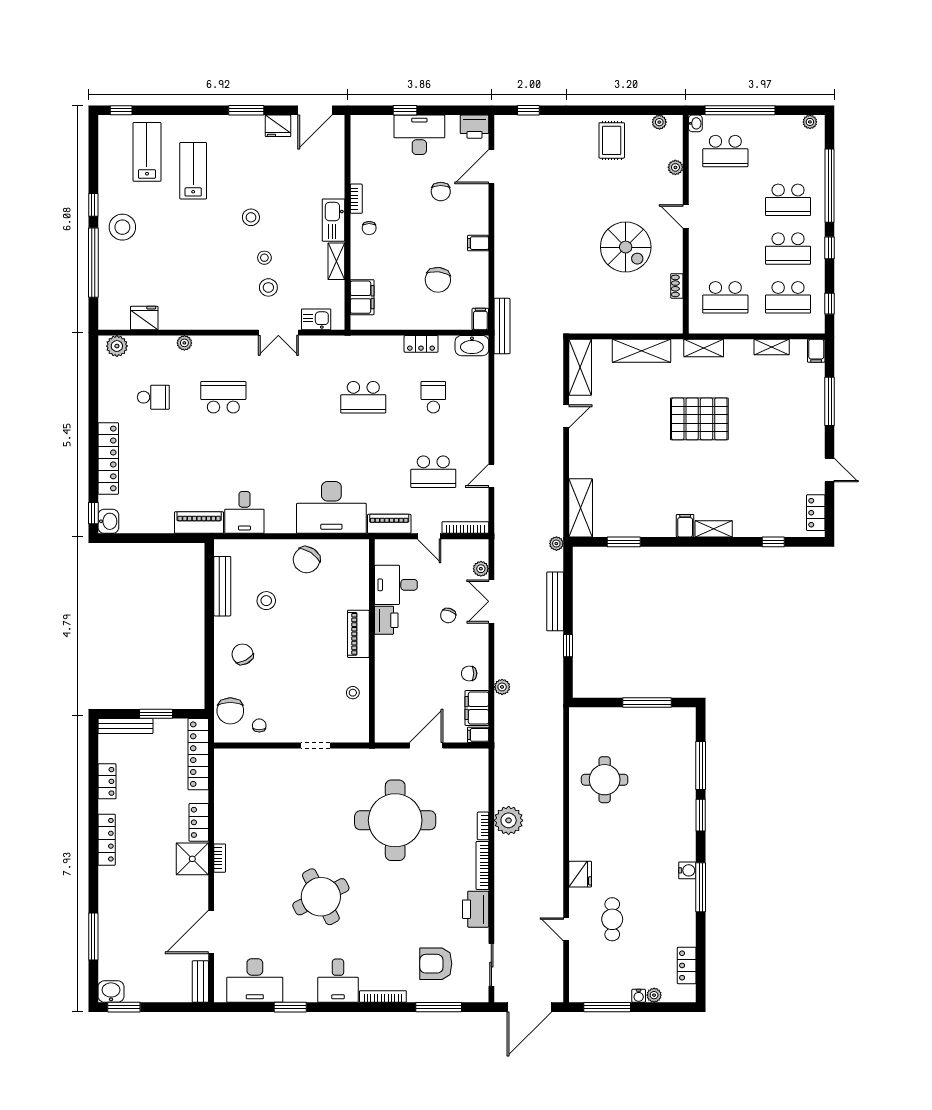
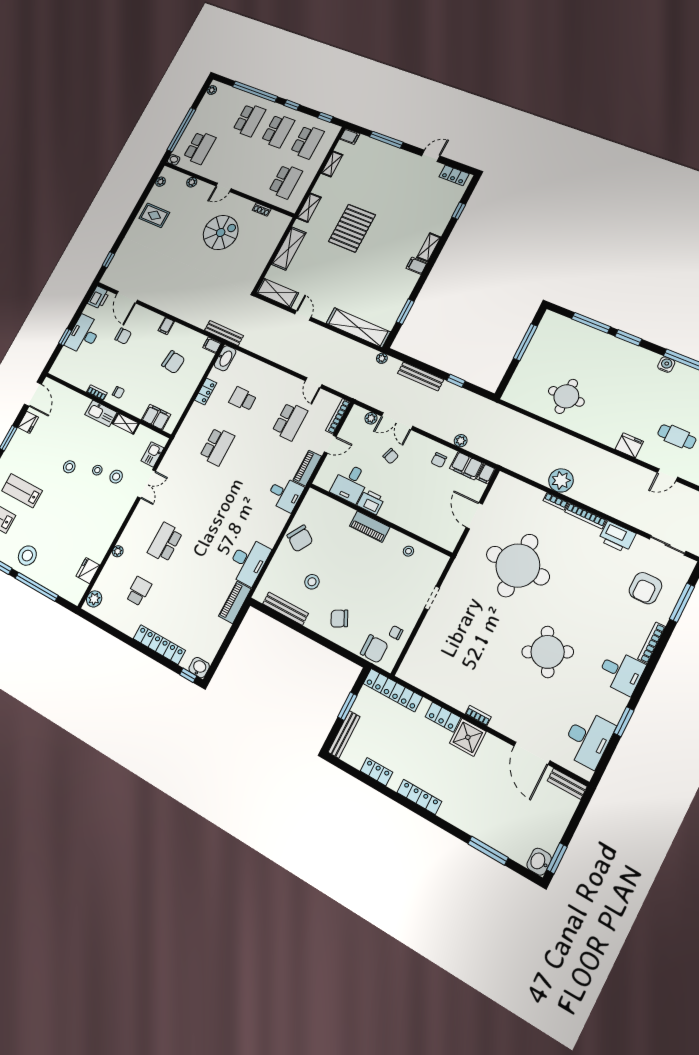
desk: (331, 507) -> (285, 494), width x0.53, depth x0.77
shelving: (581, 508) -> (358, 328), width x1.47
desk: (244, 512) -> (248, 561), width x1.37

